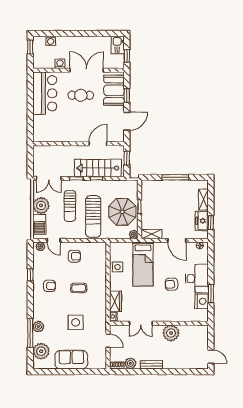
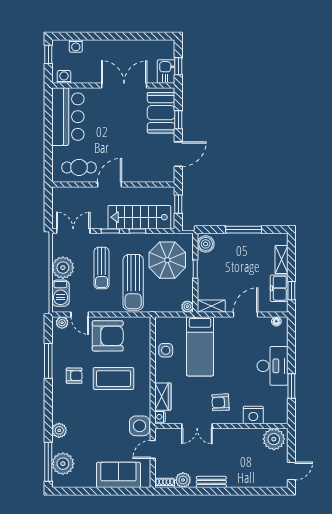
kitchen sink: (118, 45) -> (166, 72), moved
washing machine: (60, 64) -> (64, 77), moved
cafe table: (81, 95) -> (79, 167), moved
door: (98, 144) -> (110, 184), moved
double door: (49, 178) -> (73, 231), swing flipped
boiler: (147, 188) -> (206, 244), added
parasol: (122, 212) -> (167, 260), moved
door: (177, 240) -> (246, 314), swing flipped
armchair: (74, 256) -> (108, 336), width x1.88, depth x1.88
window: (30, 275) -> (48, 361), width x2.17
armchair: (171, 284) -> (221, 402), moved
coffee table: (79, 288) -> (114, 379), width x1.86, depth x1.72
nightstand: (202, 301) -> (253, 415), moved, turned 90
side table: (76, 322) -> (140, 426), moved
window: (30, 333) -> (48, 462), moved
plant: (171, 333) -> (274, 439), moved
door: (108, 341) -> (153, 449), swing flipped
door: (211, 357) -> (291, 471), hinge flipped
sofa: (71, 360) -> (118, 475), moved

